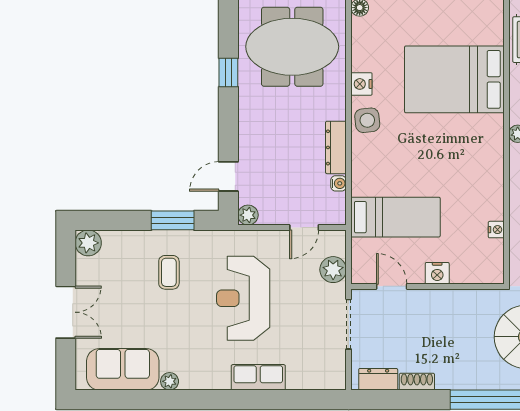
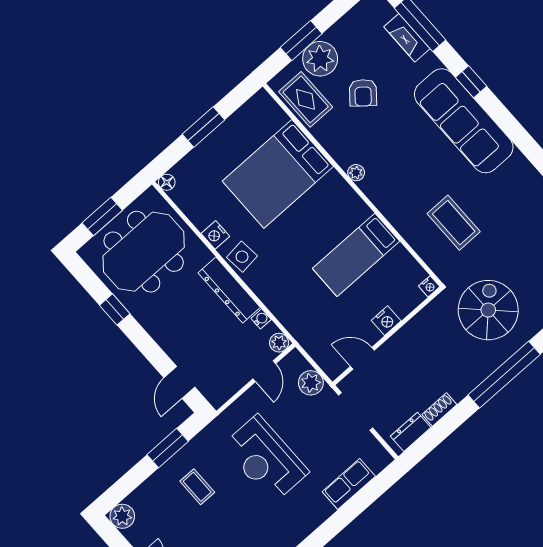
dresser: (336, 147) -> (229, 290), width x1.37, depth x1.24
plant: (248, 215) -> (279, 343), moved
bed: (396, 217) -> (356, 255), moved, turned 180
nightstand: (496, 230) -> (429, 286), moved, turned 90
row of seats: (258, 377) -> (349, 484), moved

